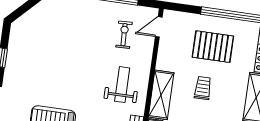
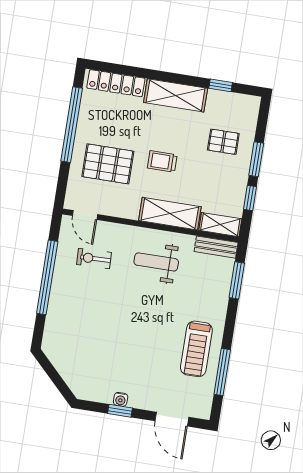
pallet: (213, 47) -> (108, 164), moved, turned 90
water cooler: (11, 58) -> (121, 399), added

